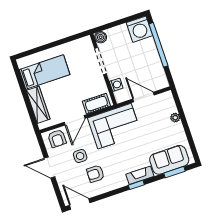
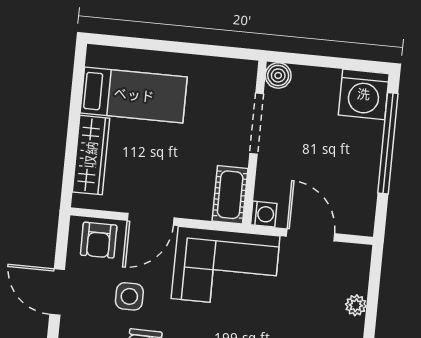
washing machine: (116, 85) -> (264, 214), moved
cot: (96, 104) -> (230, 195), moved, turned 90

